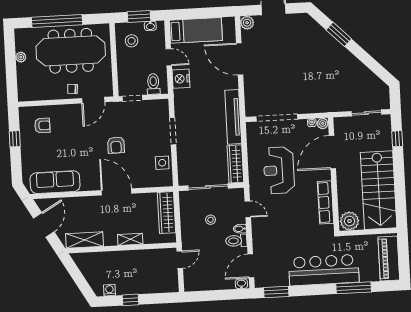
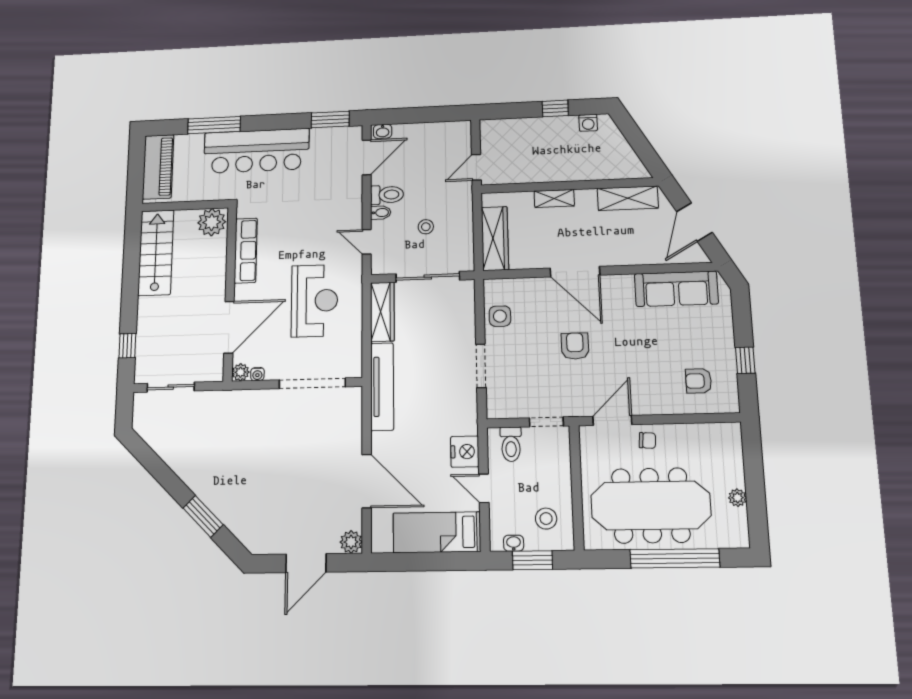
stairs: (379, 190) -> (156, 253), width x0.73, depth x0.66

